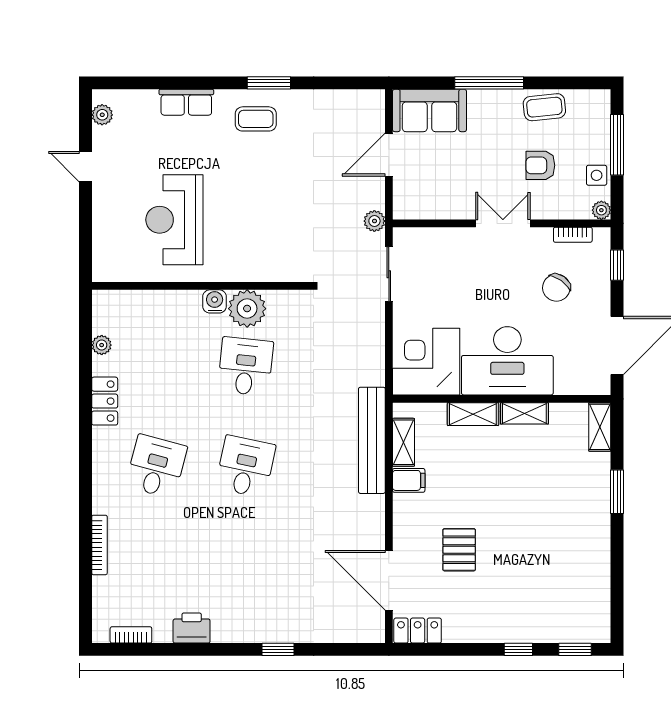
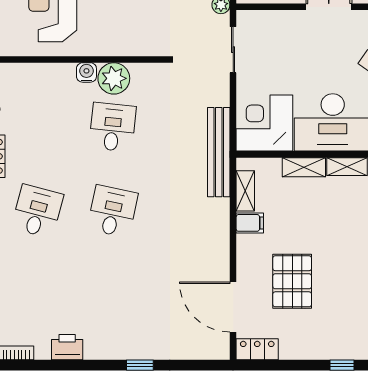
bench: (372, 440) -> (219, 152), moved
pallet: (459, 550) -> (292, 281), width x1.50, depth x1.42

